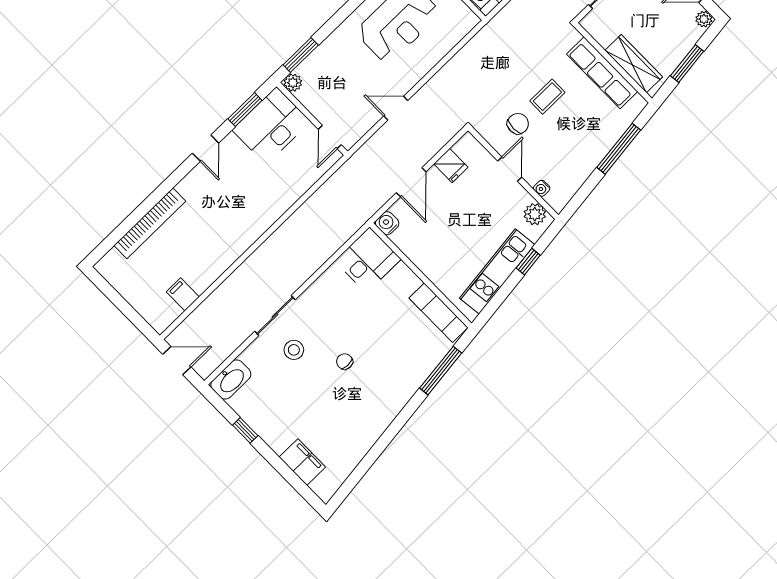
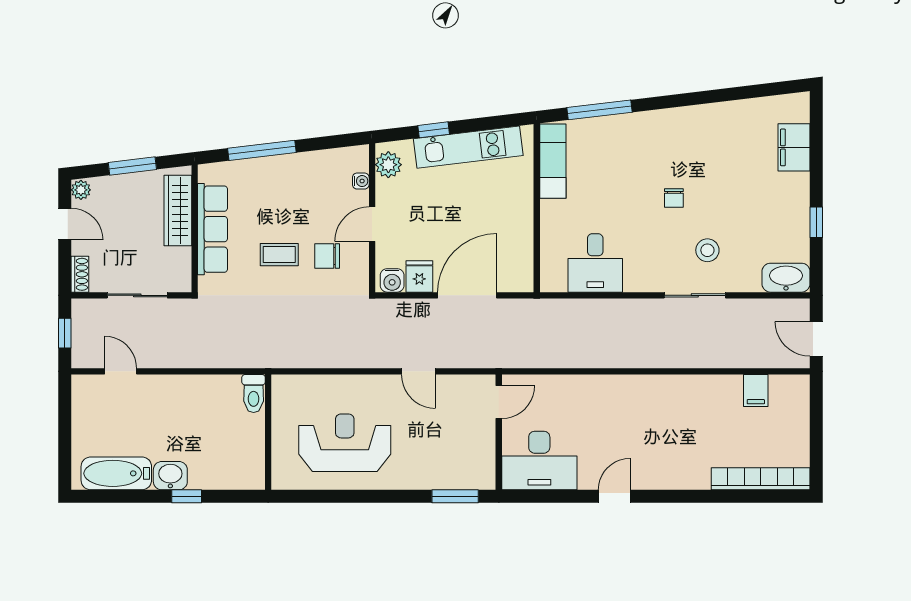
plant: (293, 83) -> (485, 479), removed
window: (245, 110) -> (548, 496), removed
door: (411, 182) -> (467, 295), width x1.36
bookcase: (150, 223) -> (761, 479), moved
water cooler: (387, 223) -> (392, 280), moved
desk: (368, 260) -> (595, 263), moved, turned -90

